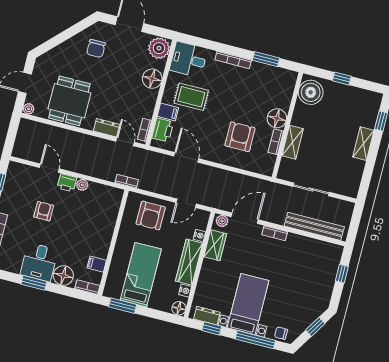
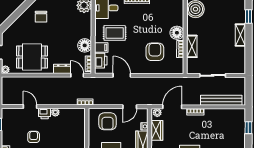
floor lamp: (152, 79) -> (85, 45), moved
dining table: (69, 101) -> (32, 57), turned 90

